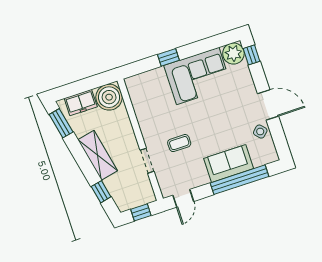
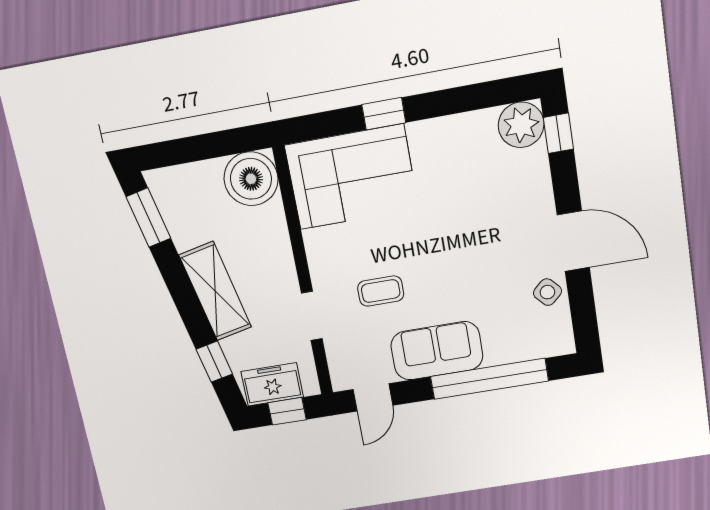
corner sofa: (198, 76) -> (352, 177), moved
freezer: (81, 103) -> (272, 384), moved, turned 180
sofa: (229, 163) -> (437, 351), moved

